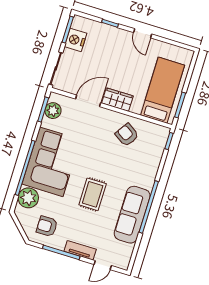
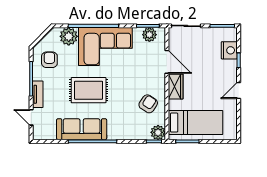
nightstand: (76, 40) -> (229, 50), moved, turned 90
plant: (161, 134) -> (158, 132), added
rug: (93, 194) -> (89, 90), width x1.36, depth x1.43

